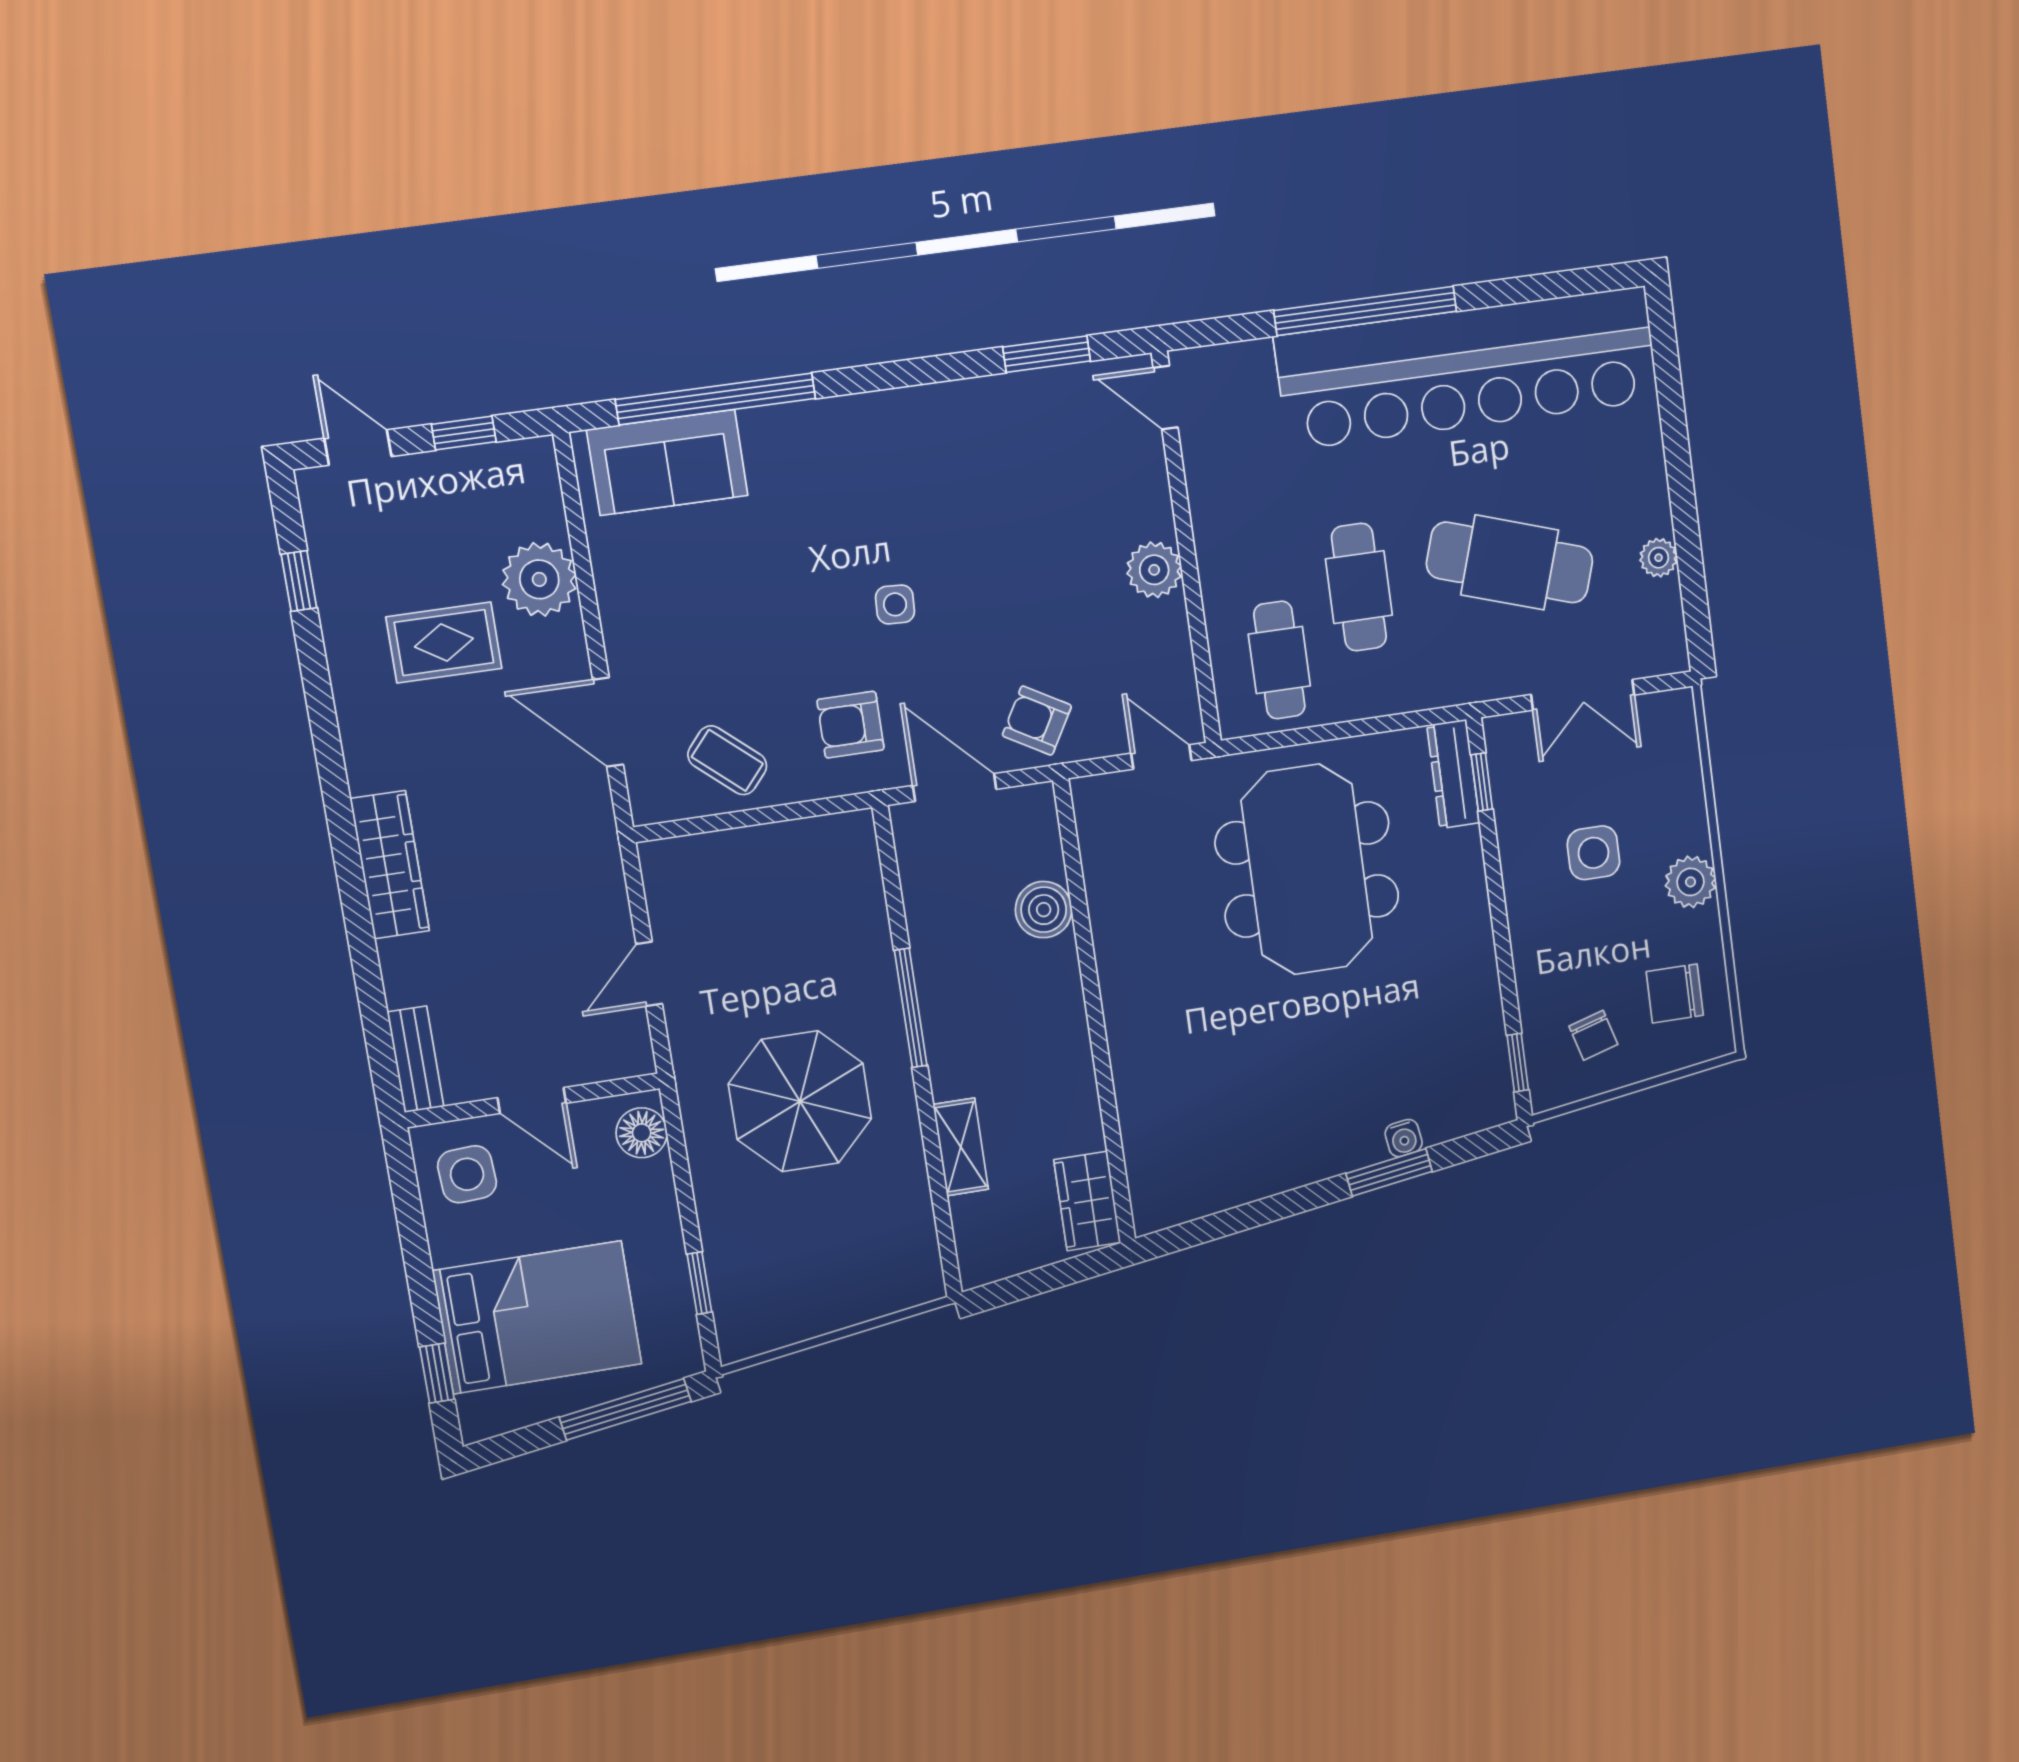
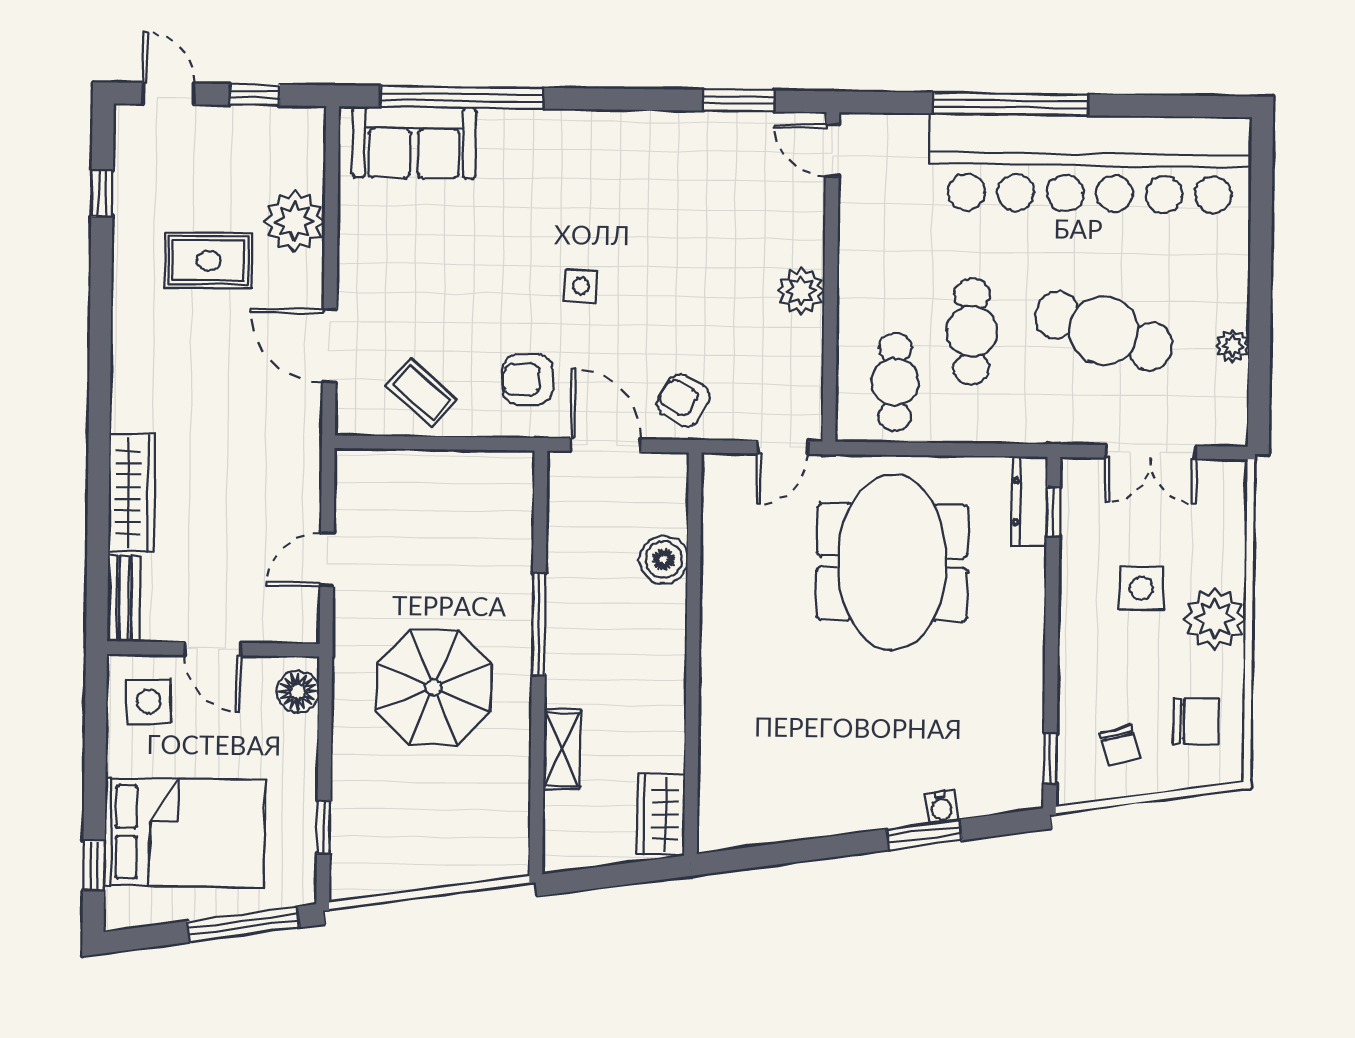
door: (1161, 757) -> (783, 447), swing flipped
wardrobe: (390, 865) -> (132, 493), moved
plant: (1691, 882) -> (1215, 619), width x1.36, depth x1.36
chair: (1675, 994) -> (1196, 721), turned 180

